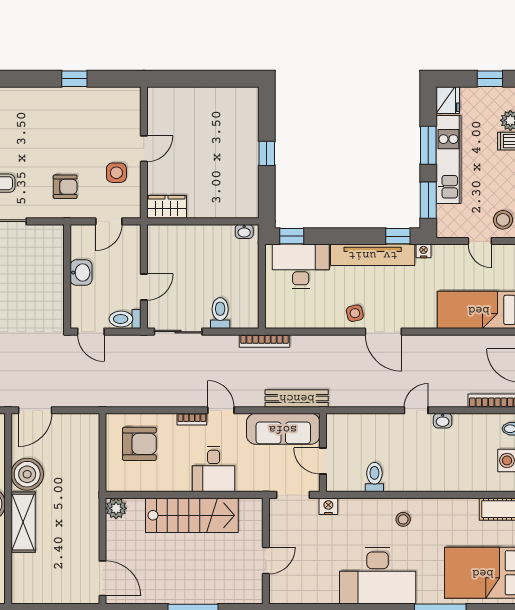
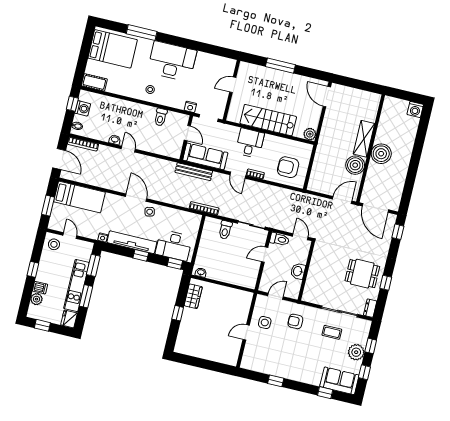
wardrobe: (167, 207) -> (193, 296), moved, turned -90
window: (398, 236) -> (141, 255), moved
door: (416, 410) -> (128, 149), swing flipped

